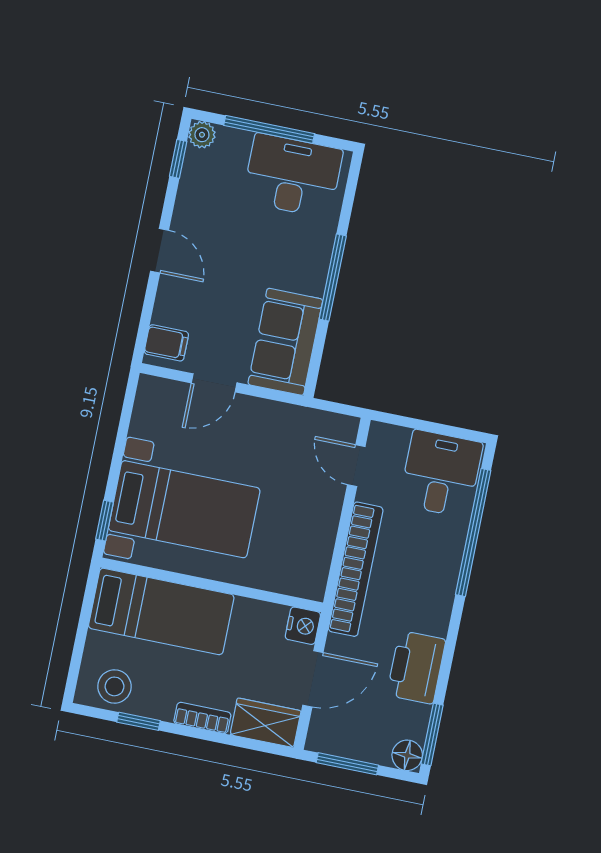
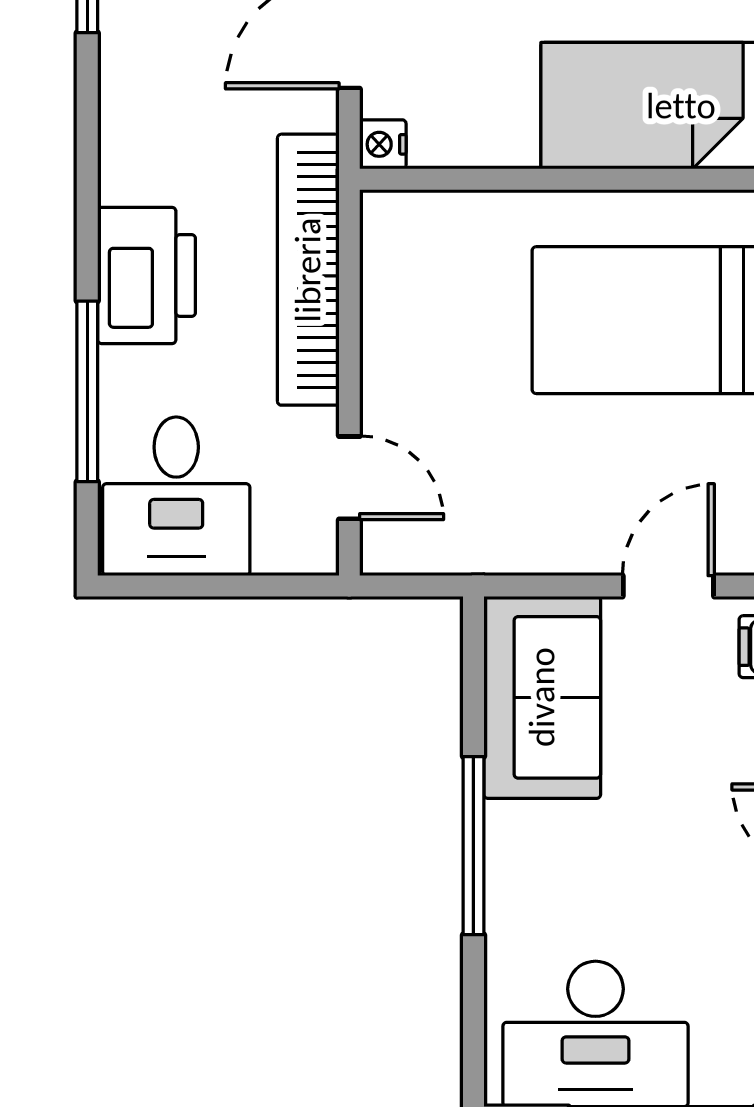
window: (473, 532) -> (87, 391), width x0.68
nightstand: (303, 626) -> (383, 144), width x0.72, depth x0.74
printer: (416, 667) -> (147, 276), moved

